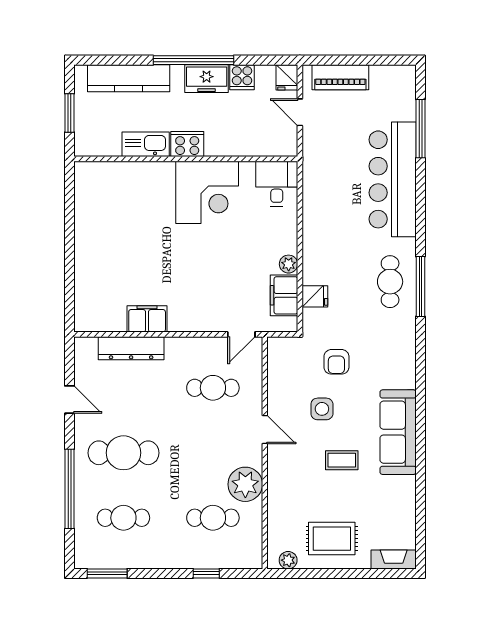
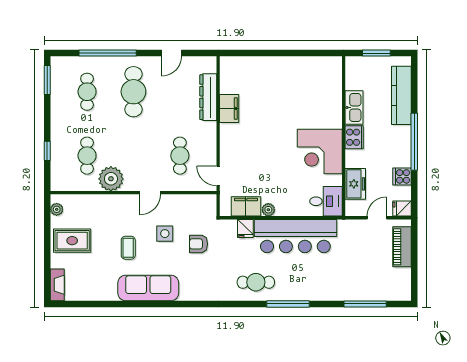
freezer: (207, 79) -> (355, 184), moved, turned 180
bar counter: (393, 179) -> (295, 236), moved, turned 180
window: (420, 287) -> (288, 304), moved
rug: (332, 539) -> (72, 241), turned 90

